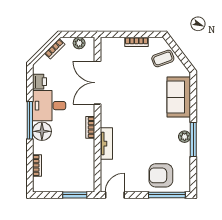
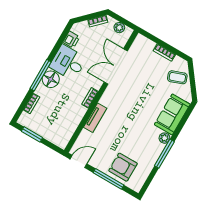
window: (30, 120) -> (41, 75), moved
plant: (185, 137) -> (164, 138), moved
window: (75, 195) -> (32, 134), moved
window: (167, 195) -> (108, 179), moved

